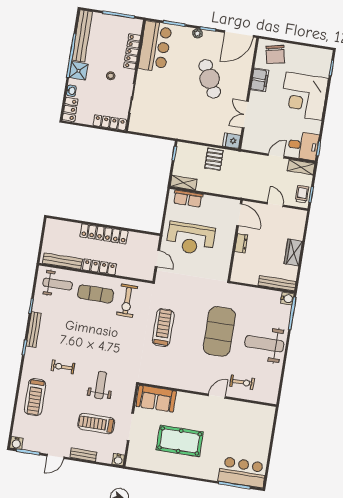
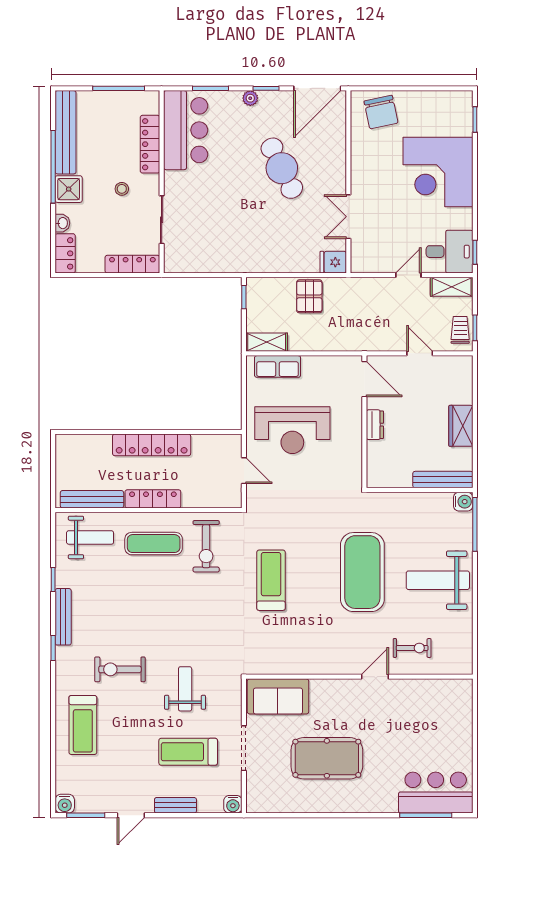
filing cabinet: (260, 80) -> (362, 157), removed
exercise bike: (63, 367) -> (120, 669), width x1.38, depth x1.39

